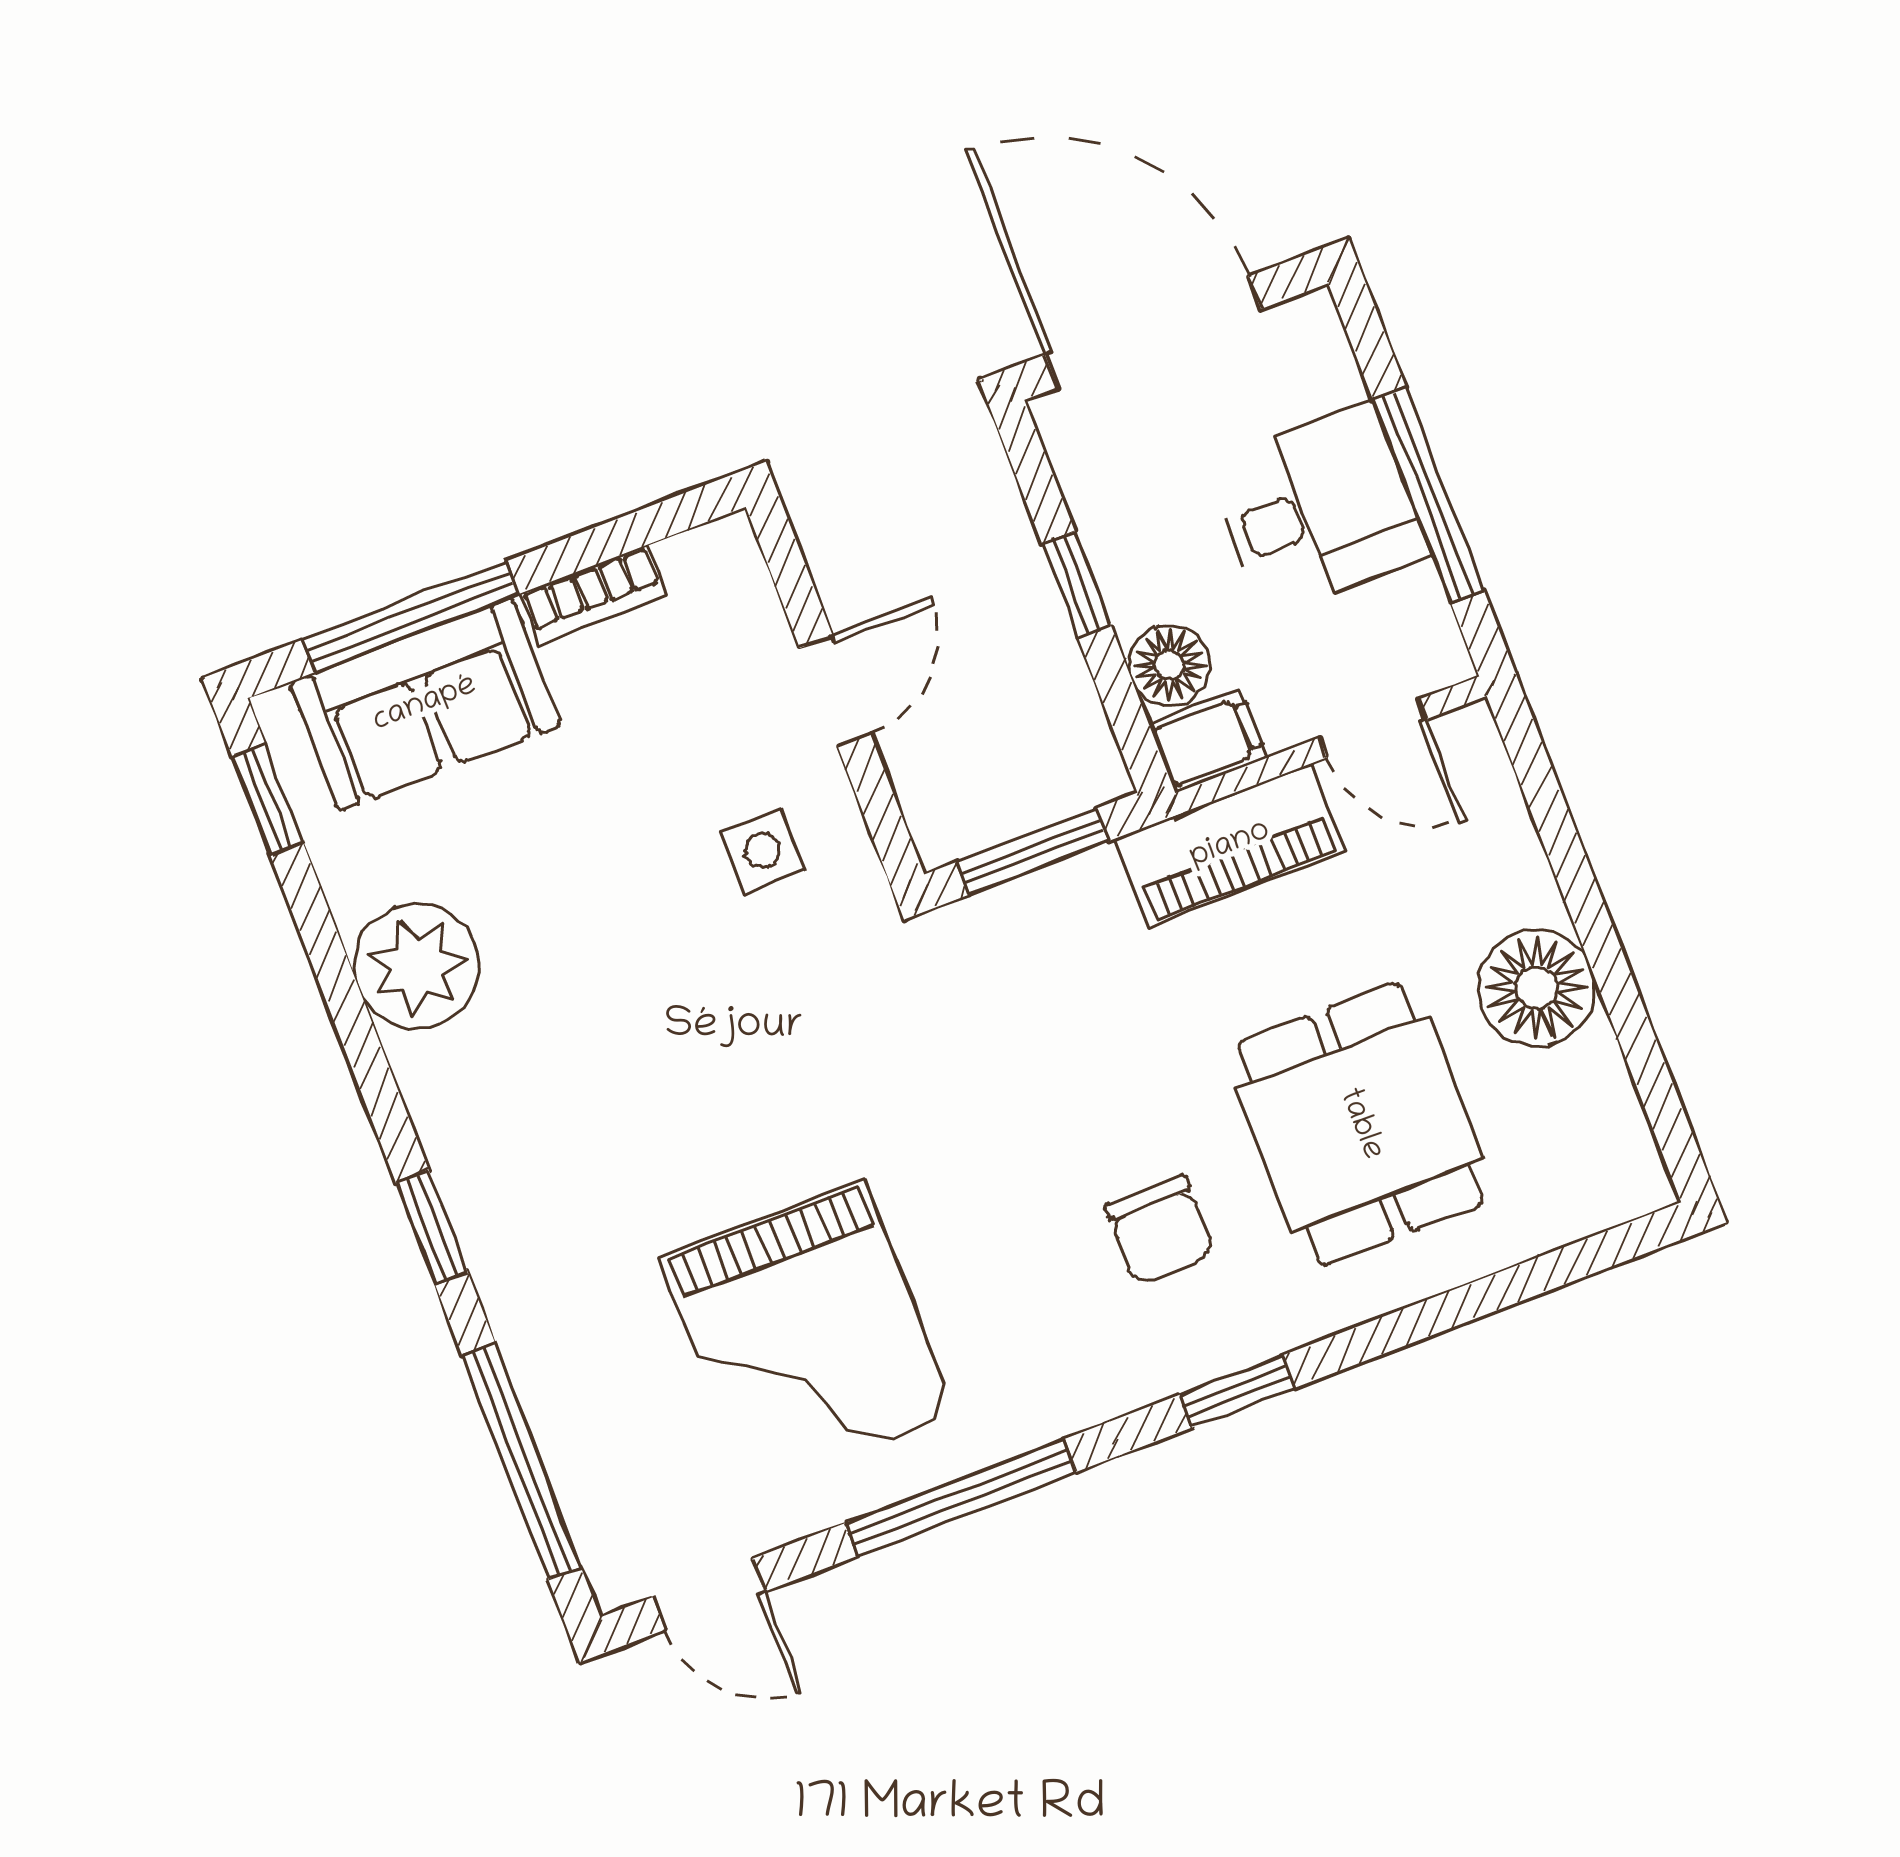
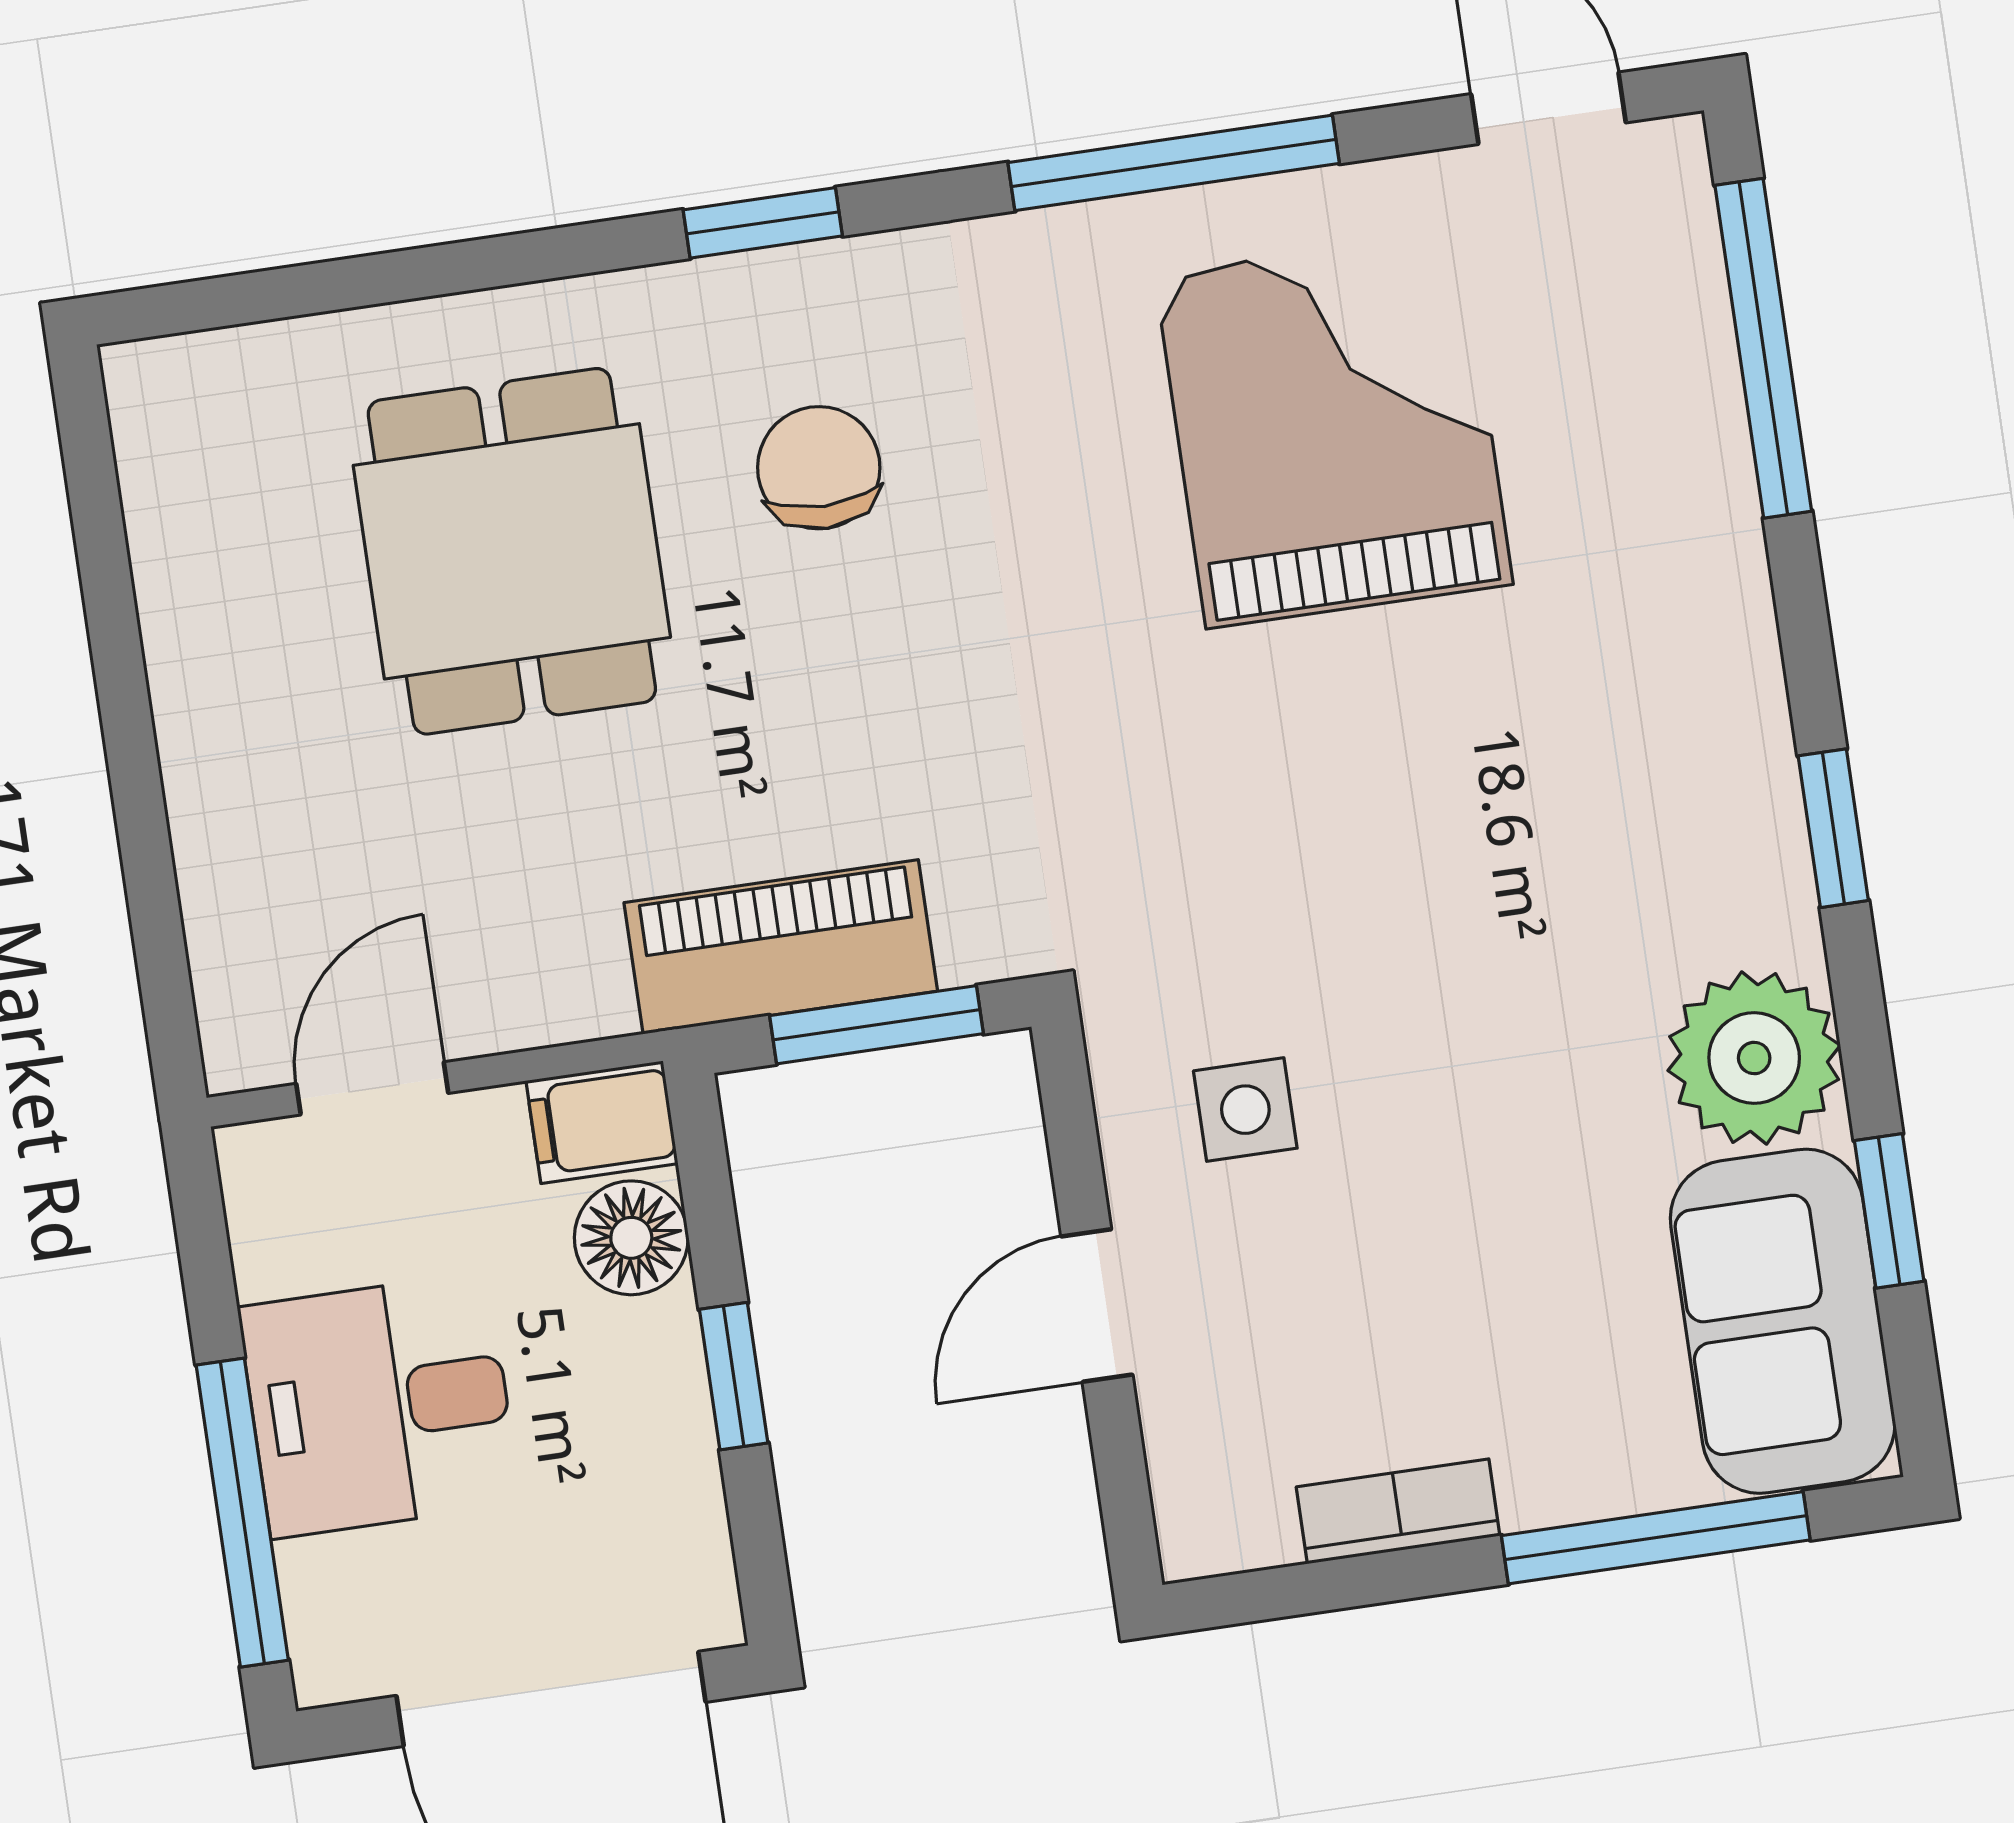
window: (1428, 495) -> (242, 1513), moved
sofa: (425, 704) -> (1783, 1321), moved, turned -90
door: (1373, 728) -> (372, 1088), hinge flipped
window: (268, 800) -> (1889, 1211), moved
piano: (1230, 845) -> (781, 947), moved
floor lamp: (1536, 988) -> (229, 683), removed
window: (432, 1227) -> (1833, 828), moved

